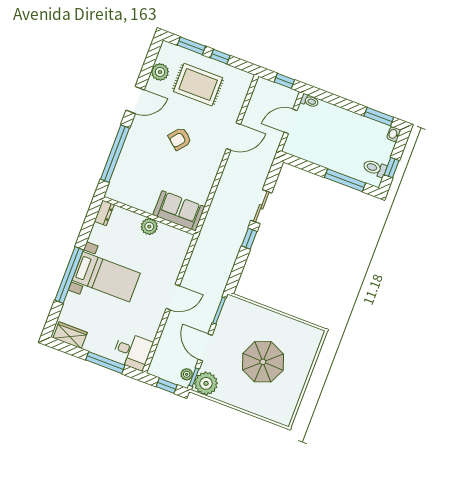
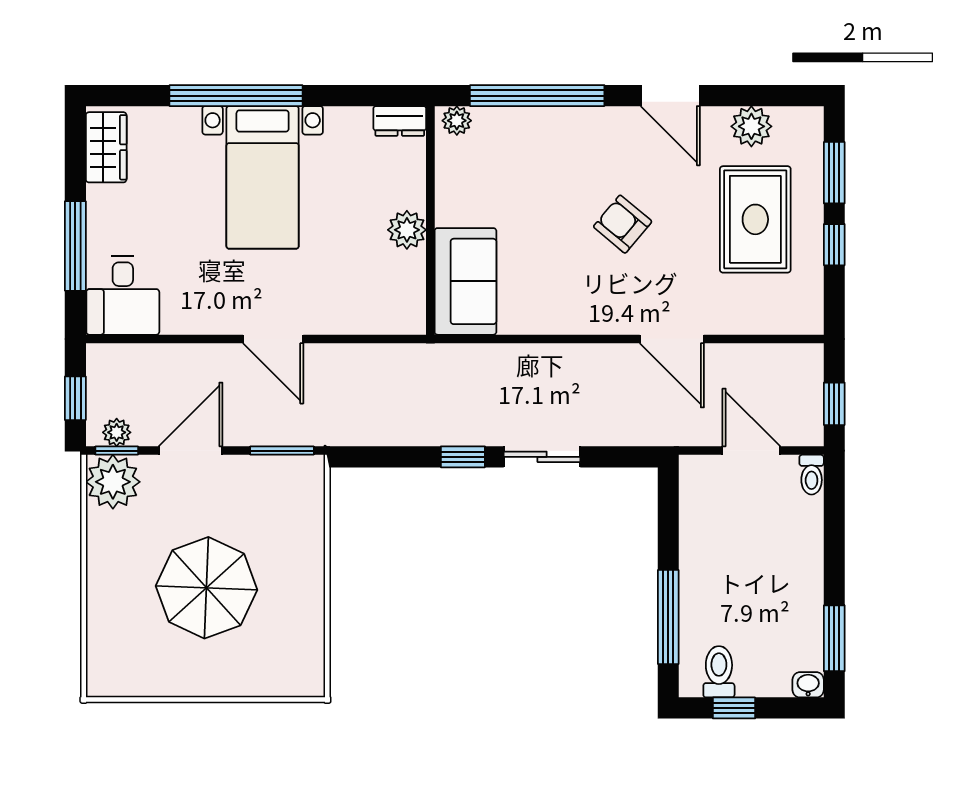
plant: (113, 190) -> (457, 121), added

